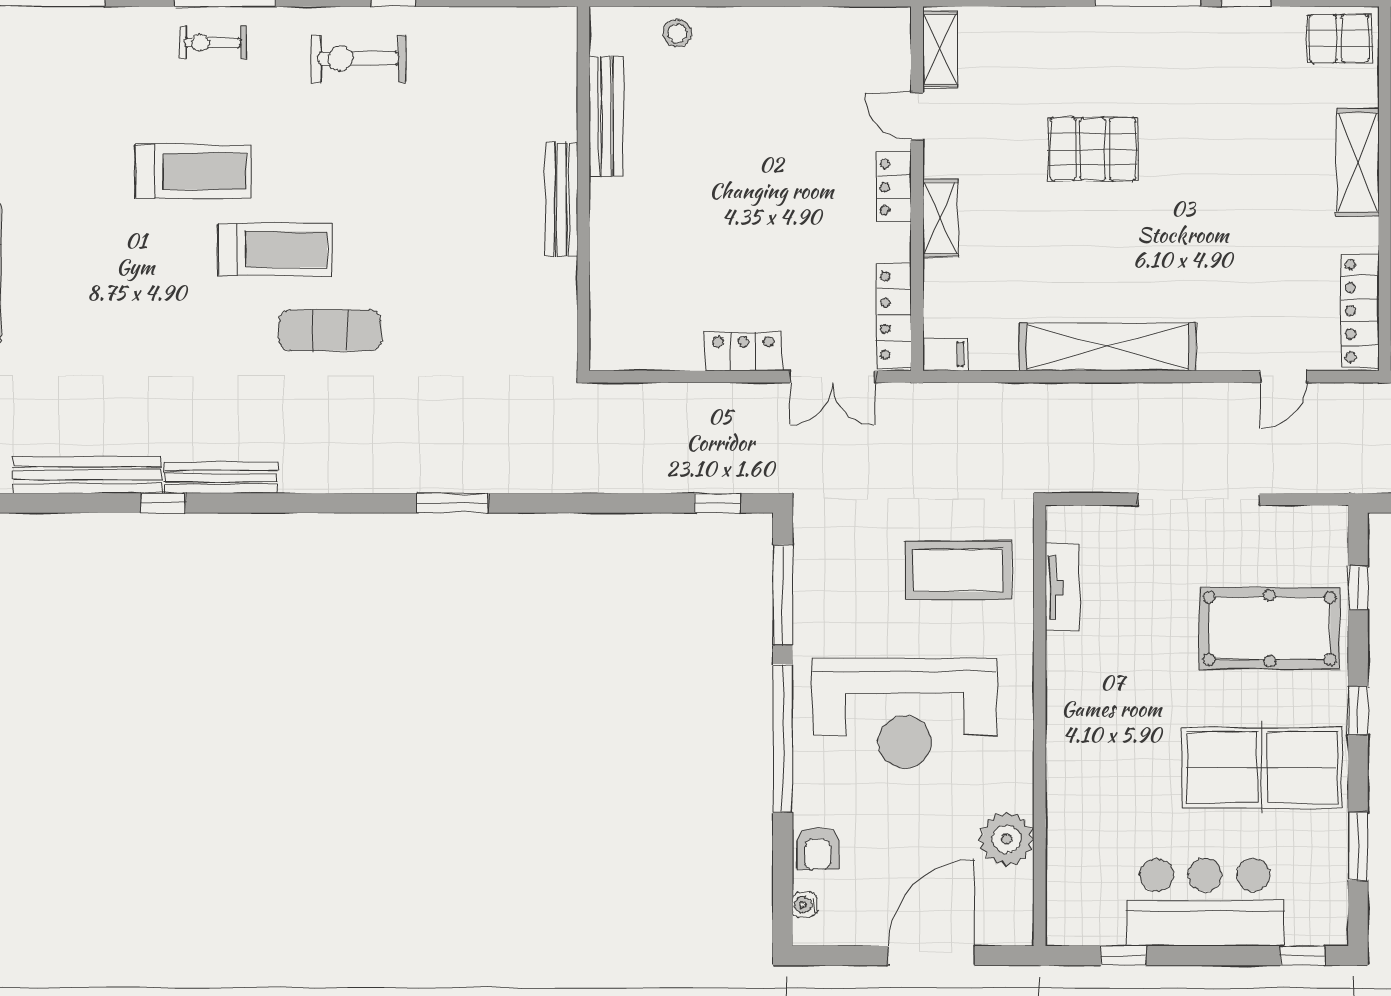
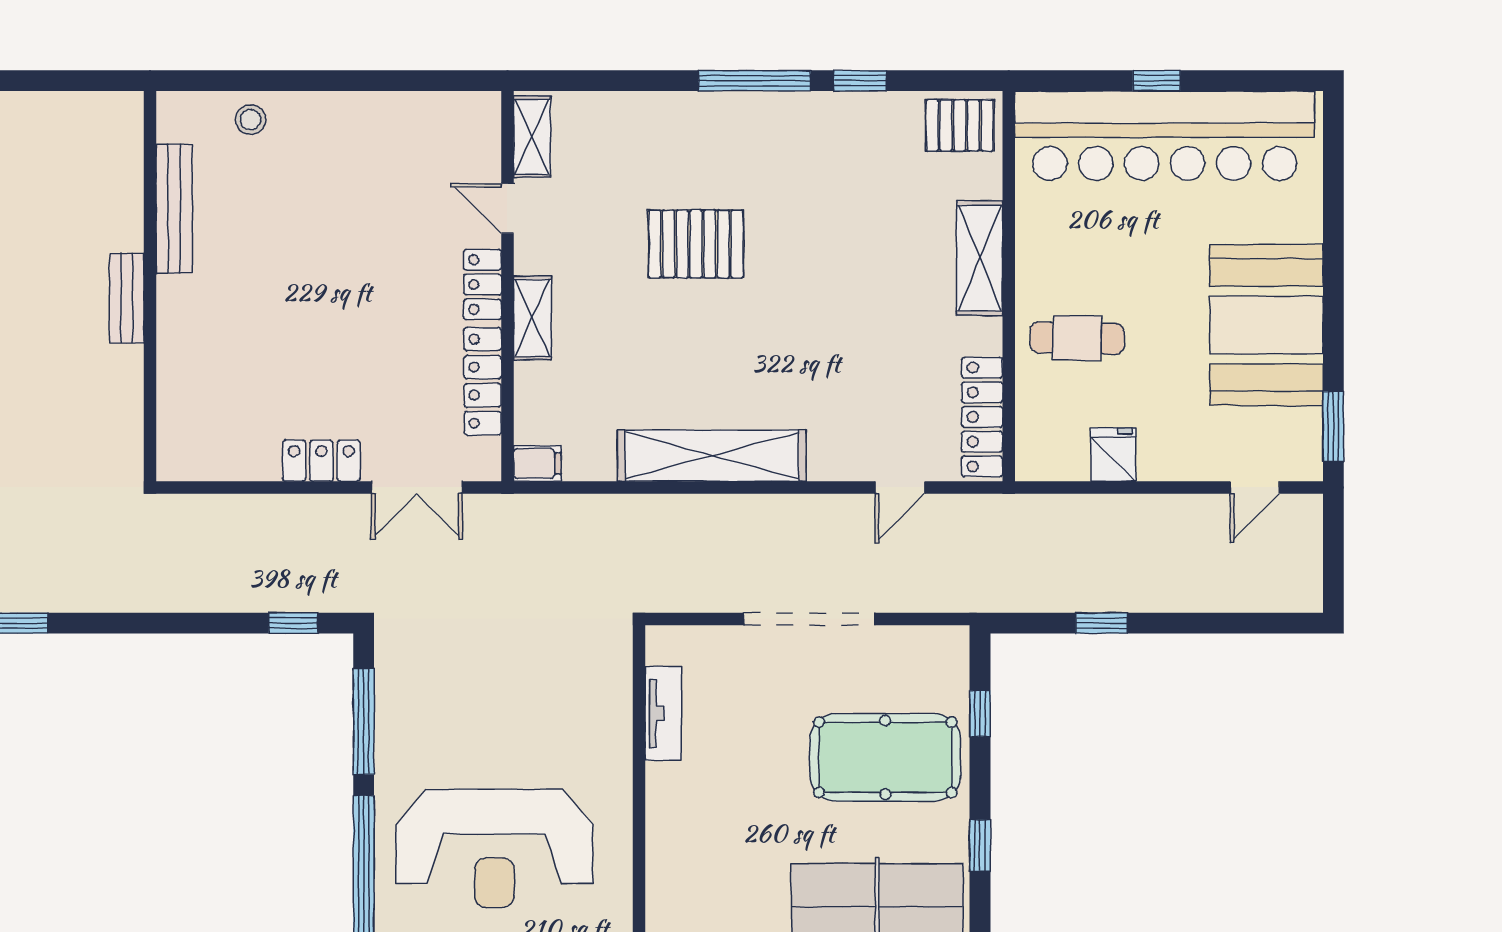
bench: (562, 200) -> (127, 298), width x0.73
locker: (894, 316) -> (483, 381), moved
coffee table: (958, 570) -> (552, 695), removed

